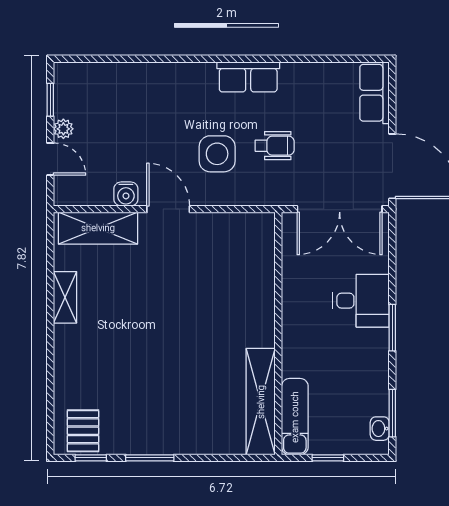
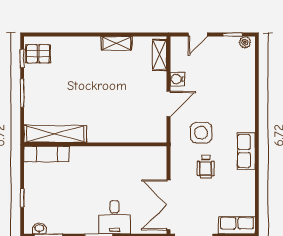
plant: (63, 129) -> (245, 42), moved
shelving: (98, 228) -> (160, 55), width x0.67, depth x0.75
wall: (278, 334) -> (95, 144), moved
shelving: (261, 402) -> (55, 134), moved
exam couch: (295, 417) -> (46, 154), moved

